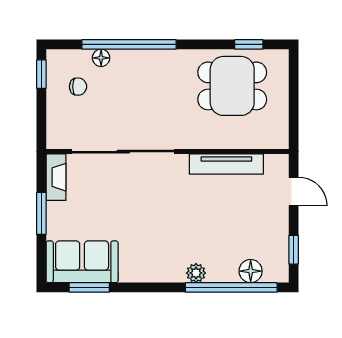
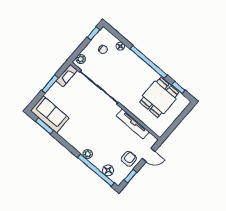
window: (129, 44) -> (149, 62), moved
dining table: (232, 86) -> (159, 97), turned 90
plant: (56, 132) -> (81, 59), added
door: (294, 192) -> (149, 155), hinge flipped
armchair: (268, 224) -> (129, 159), added

